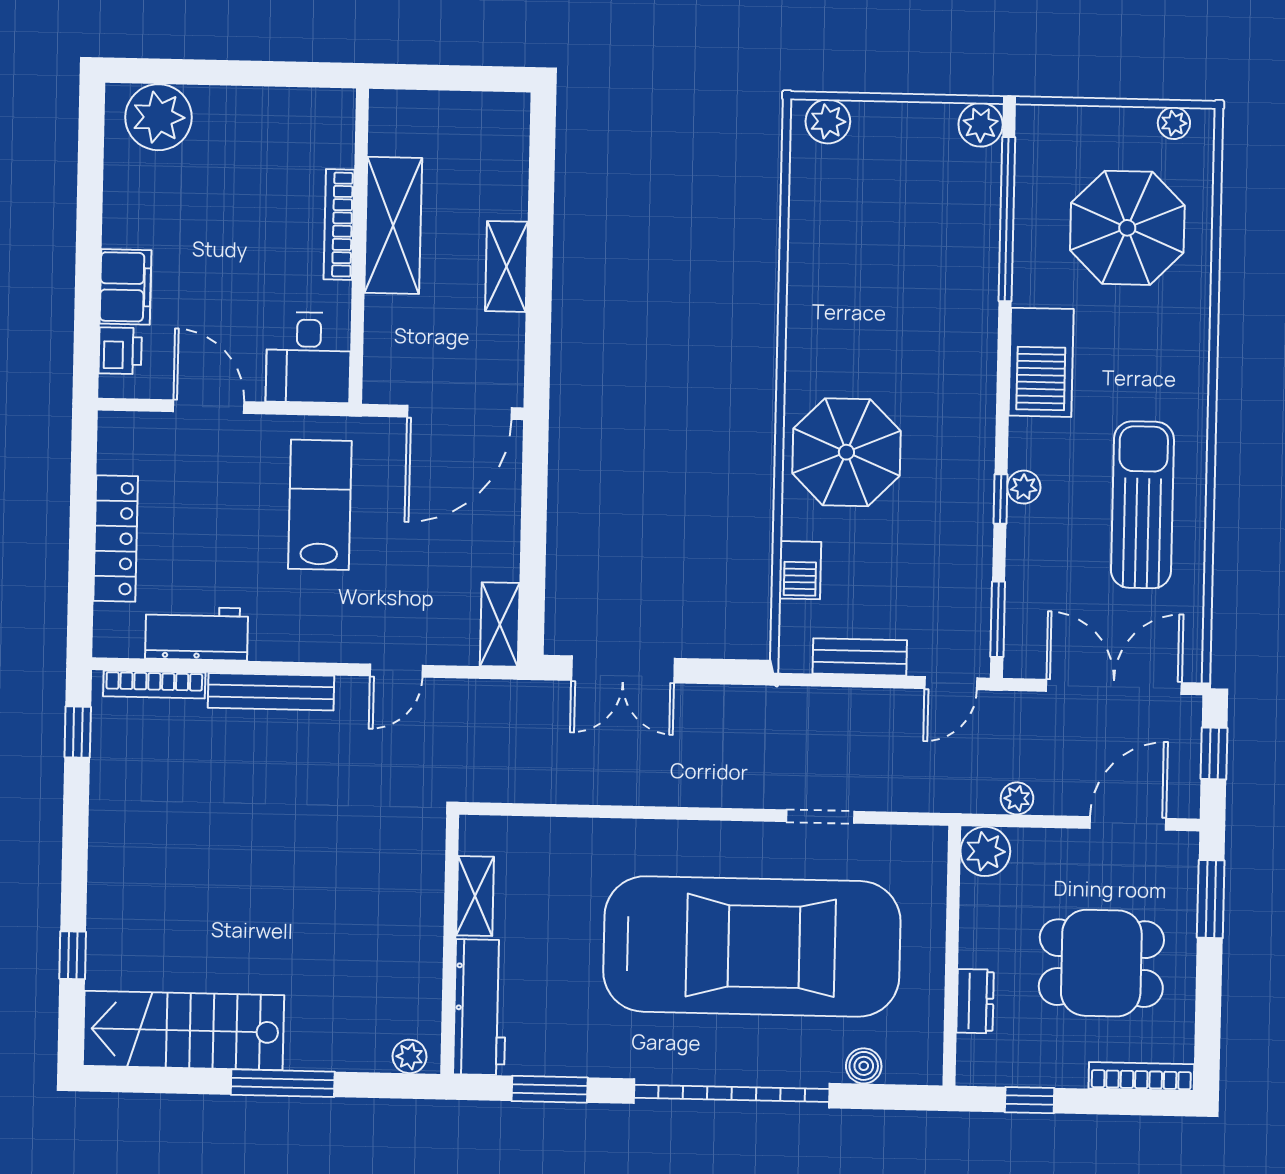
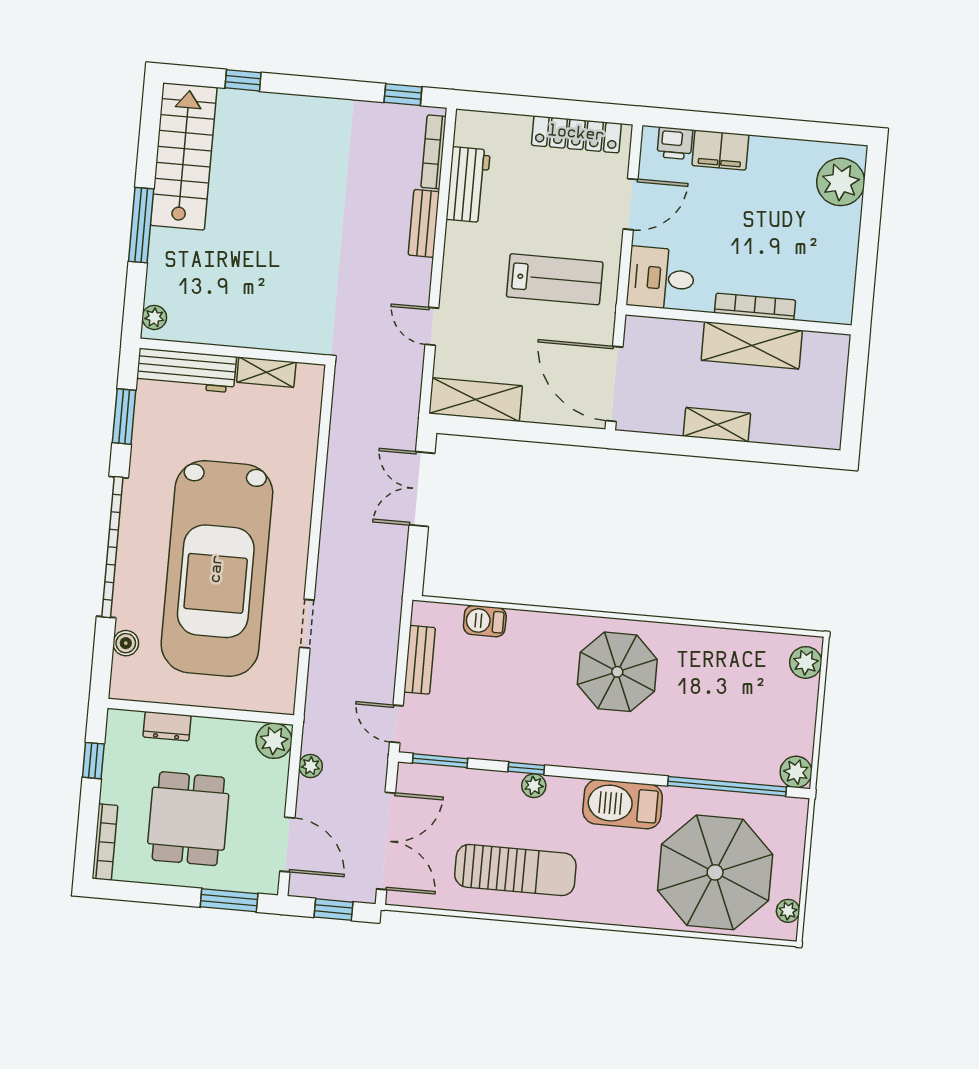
parasol: (1127, 228) -> (715, 872), width x1.36, depth x1.36
parasol: (846, 452) -> (617, 672), moved
locker: (116, 538) -> (576, 134), moved
shelving: (500, 625) -> (476, 400), width x1.50, depth x1.33
bench: (271, 692) -> (424, 223), width x0.73

